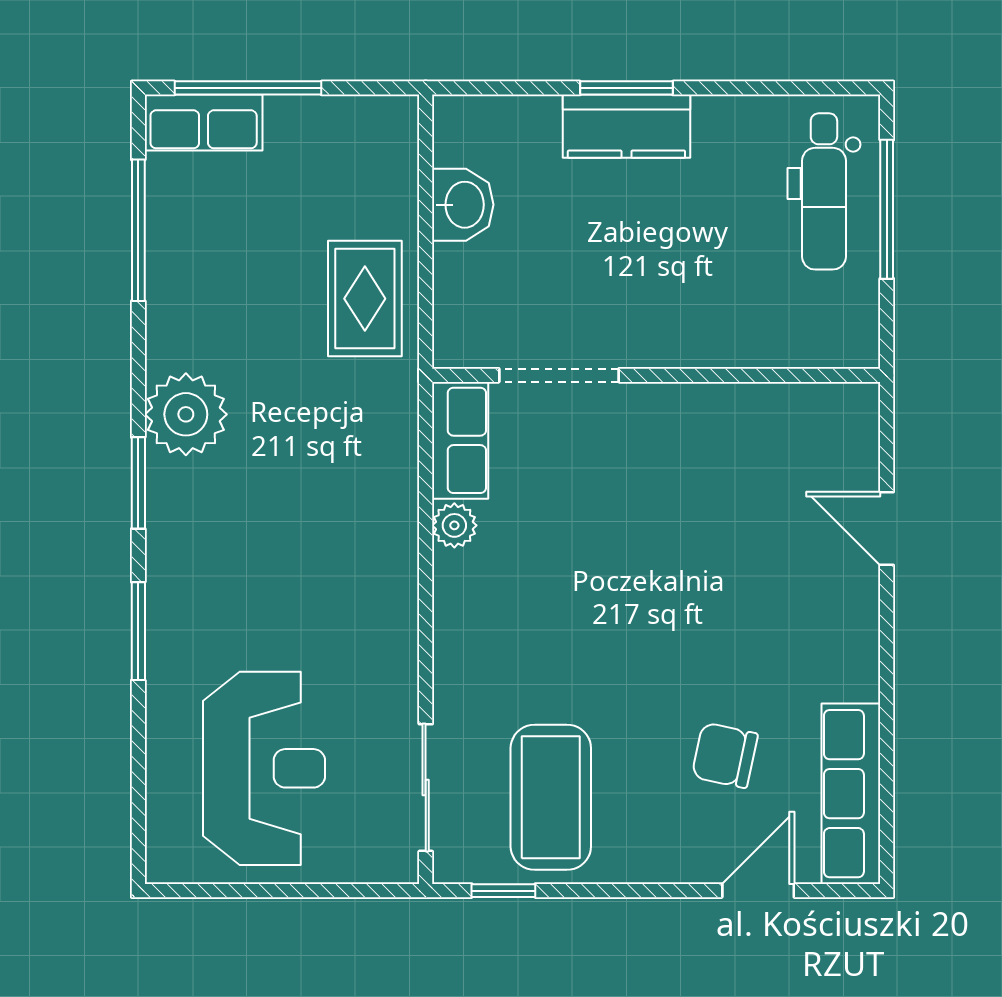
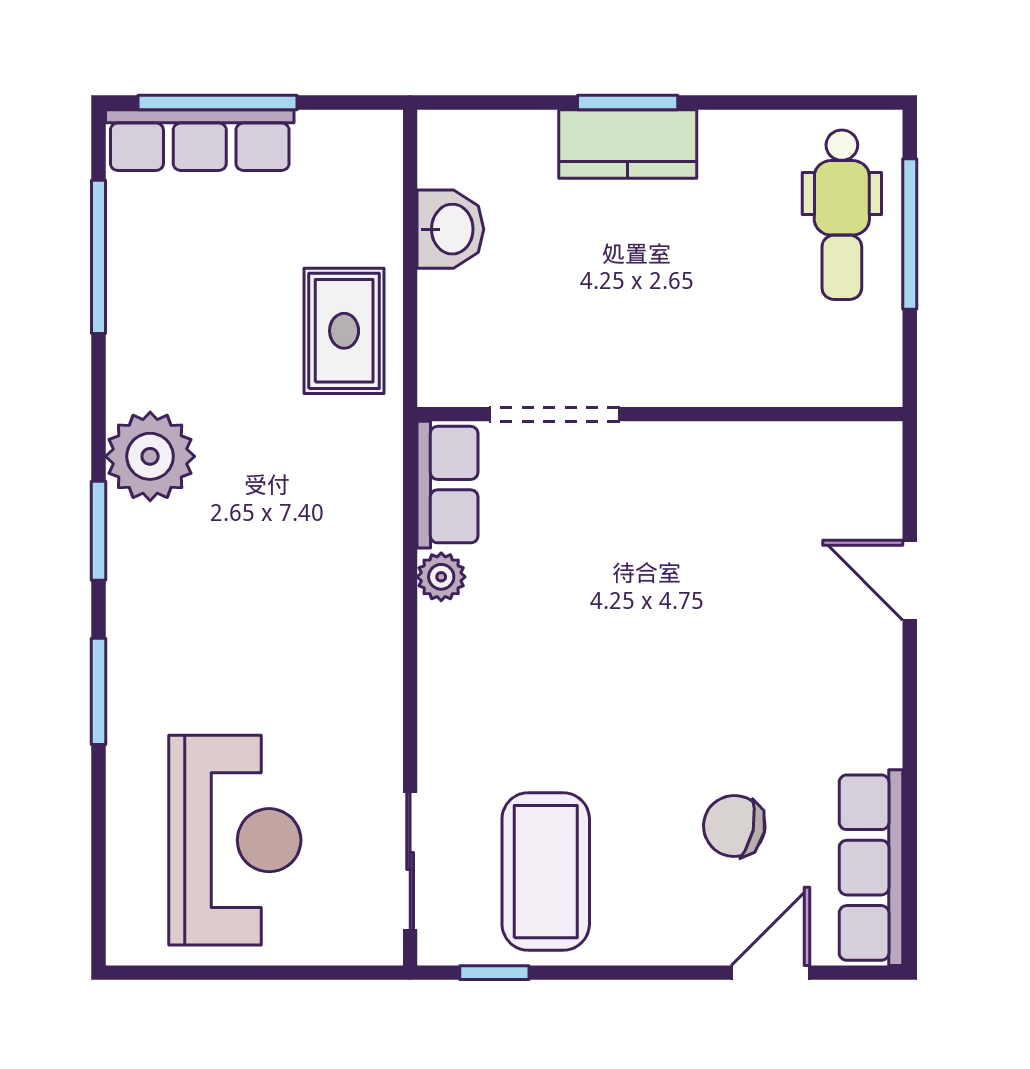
row of seats: (204, 123) -> (200, 140), width x1.48

